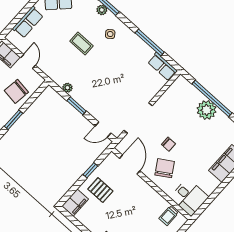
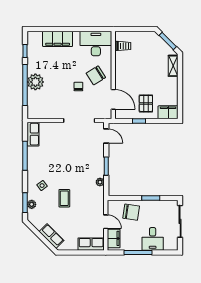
row of seats: (28, 22) -> (91, 244), moved
door: (28, 62) -> (106, 222), swing flipped
door: (130, 165) -> (113, 99), swing flipped
desk: (189, 197) -> (96, 44), width x1.37

